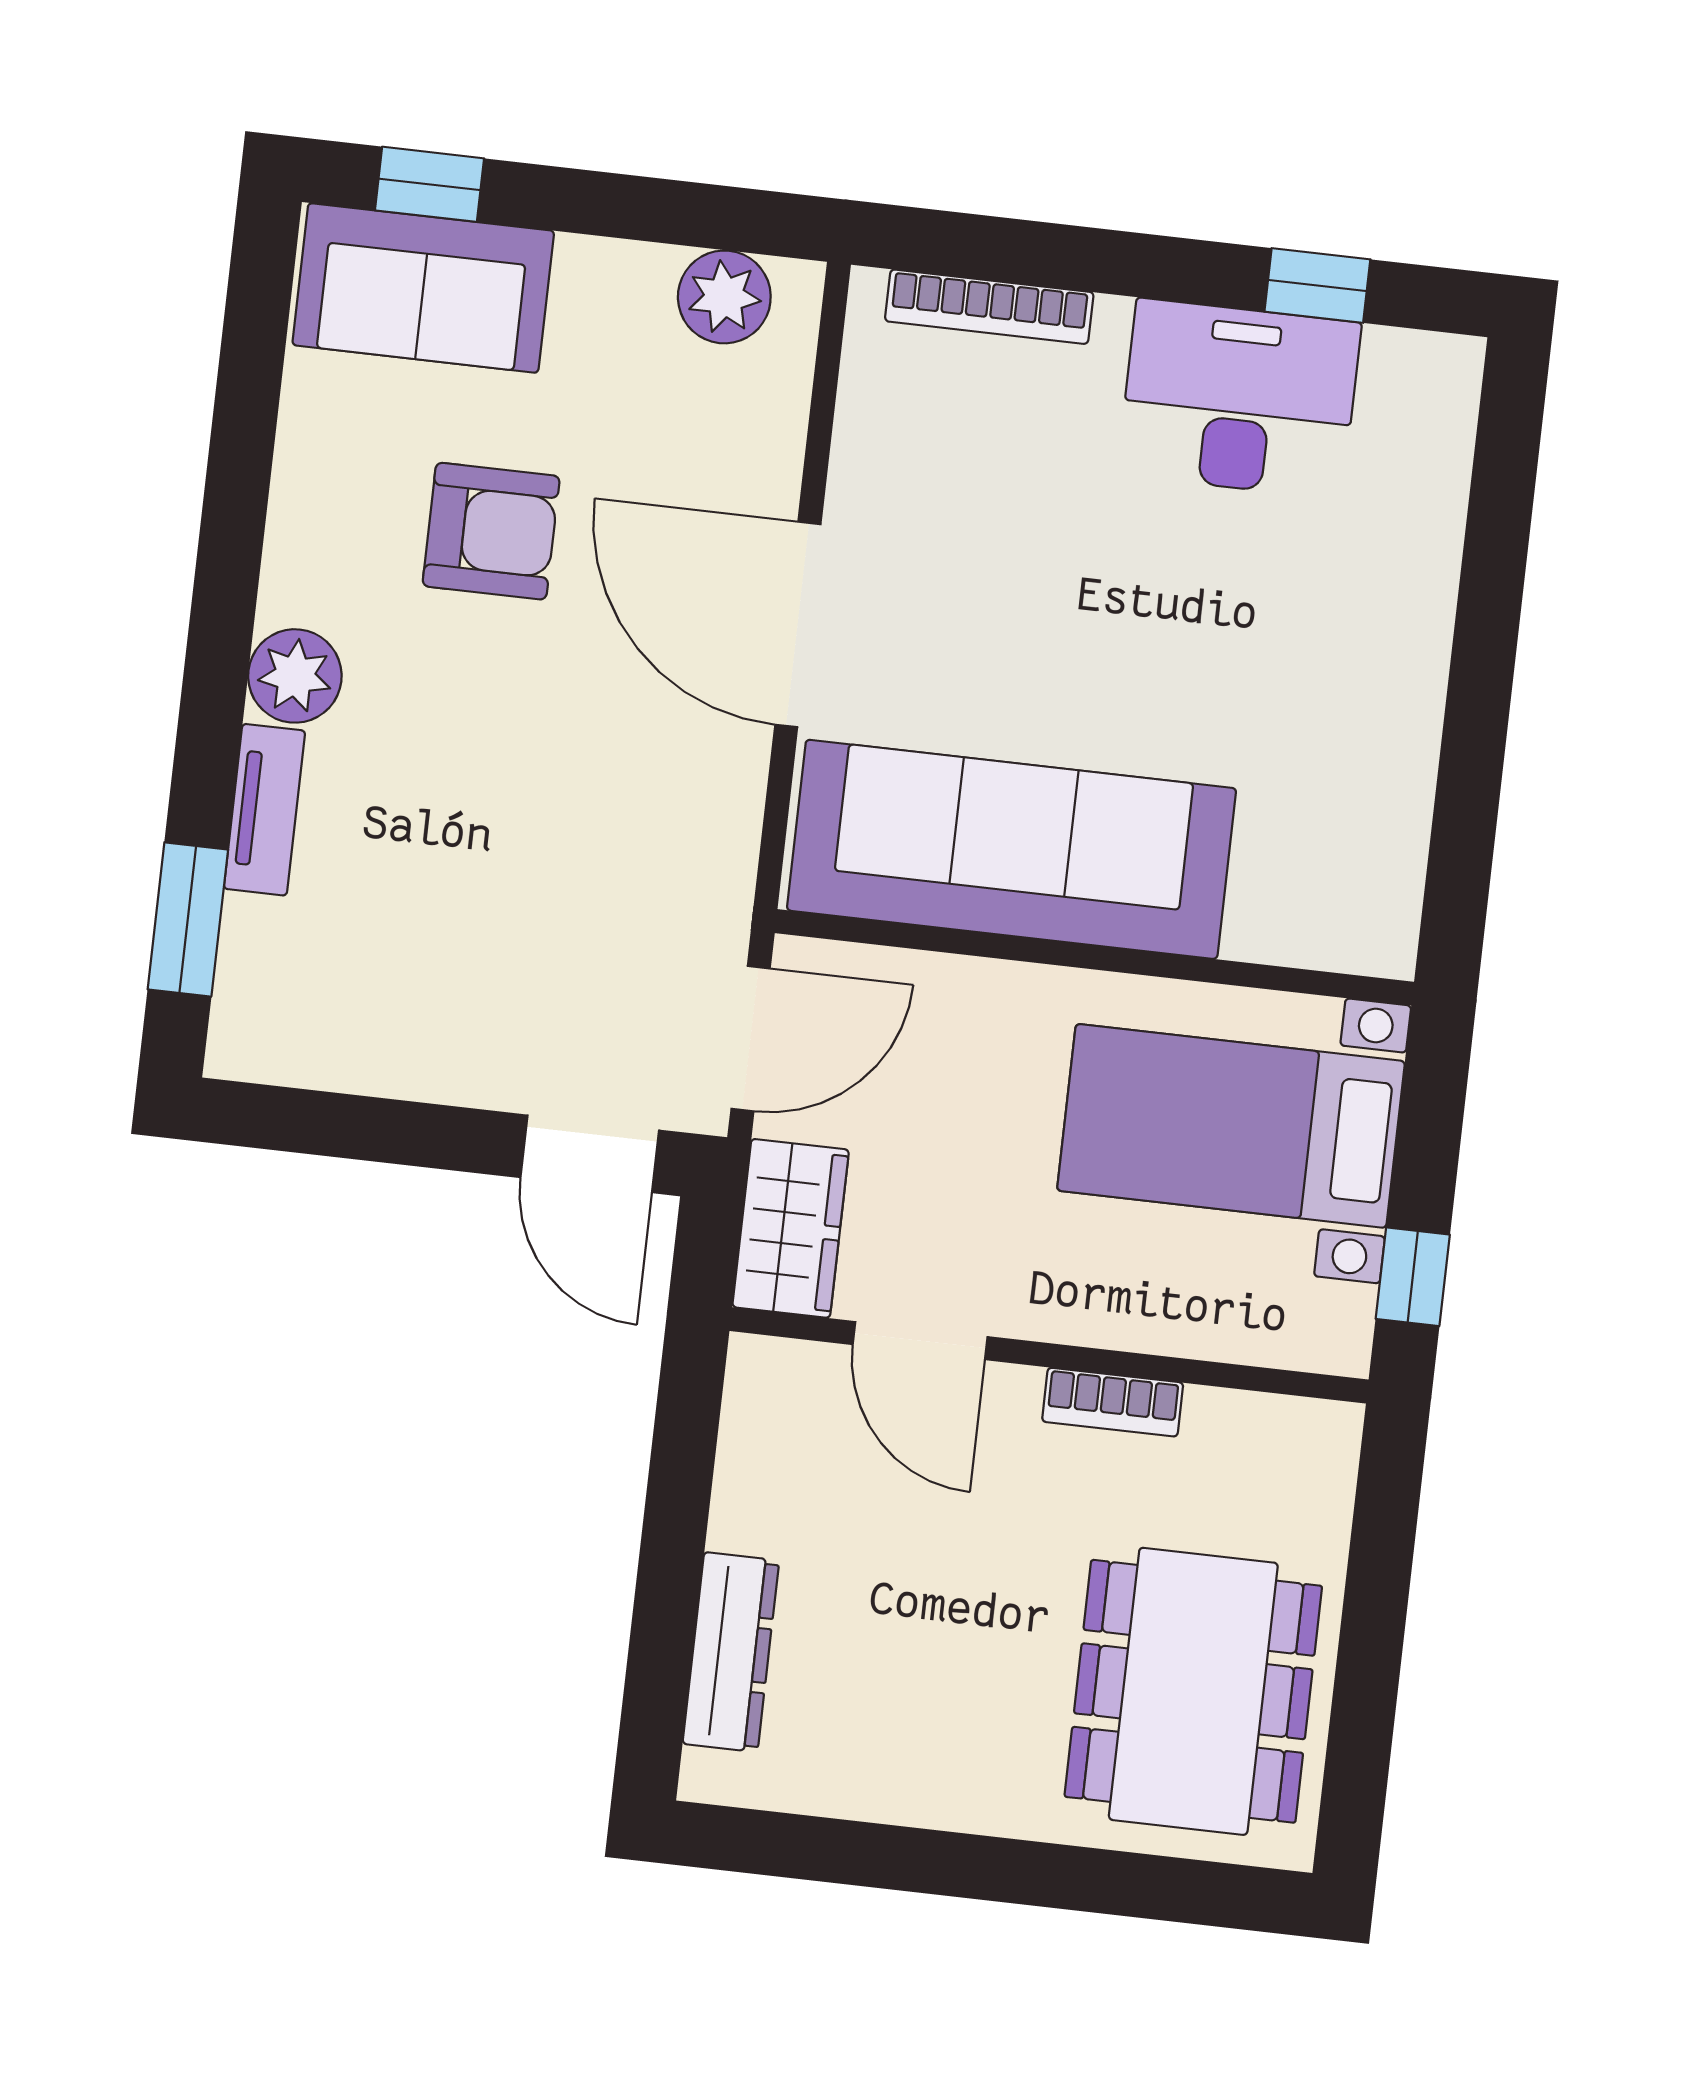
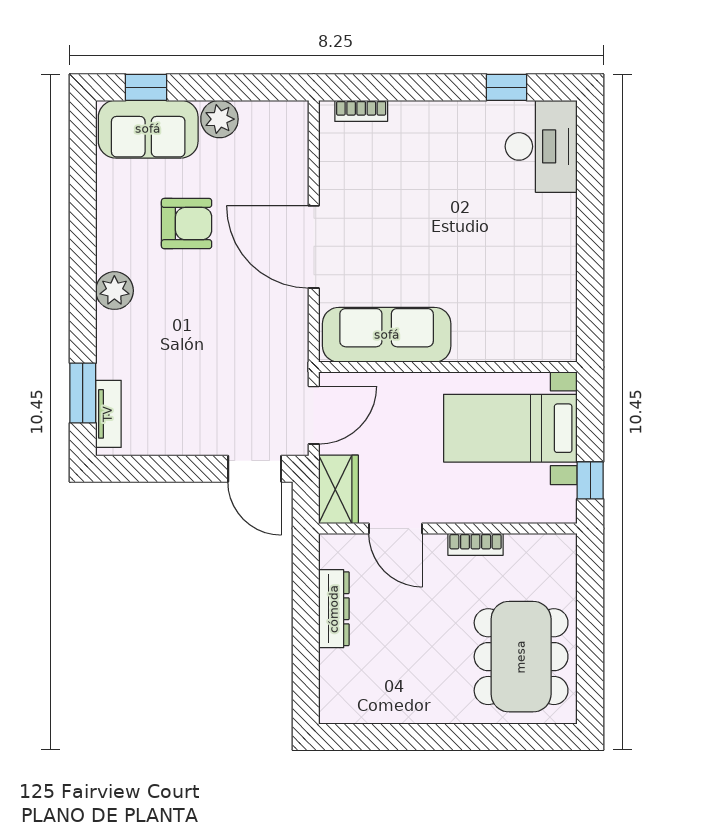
plant: (724, 297) -> (219, 119), moved
bookcase: (989, 307) -> (361, 111), width x0.64
desk: (1239, 399) -> (541, 146), moved, turned 90
tv unit: (265, 810) -> (108, 414), moved
sofa: (1012, 849) -> (387, 335), width x0.74, depth x0.79
dresser: (731, 1652) -> (334, 609), moved

